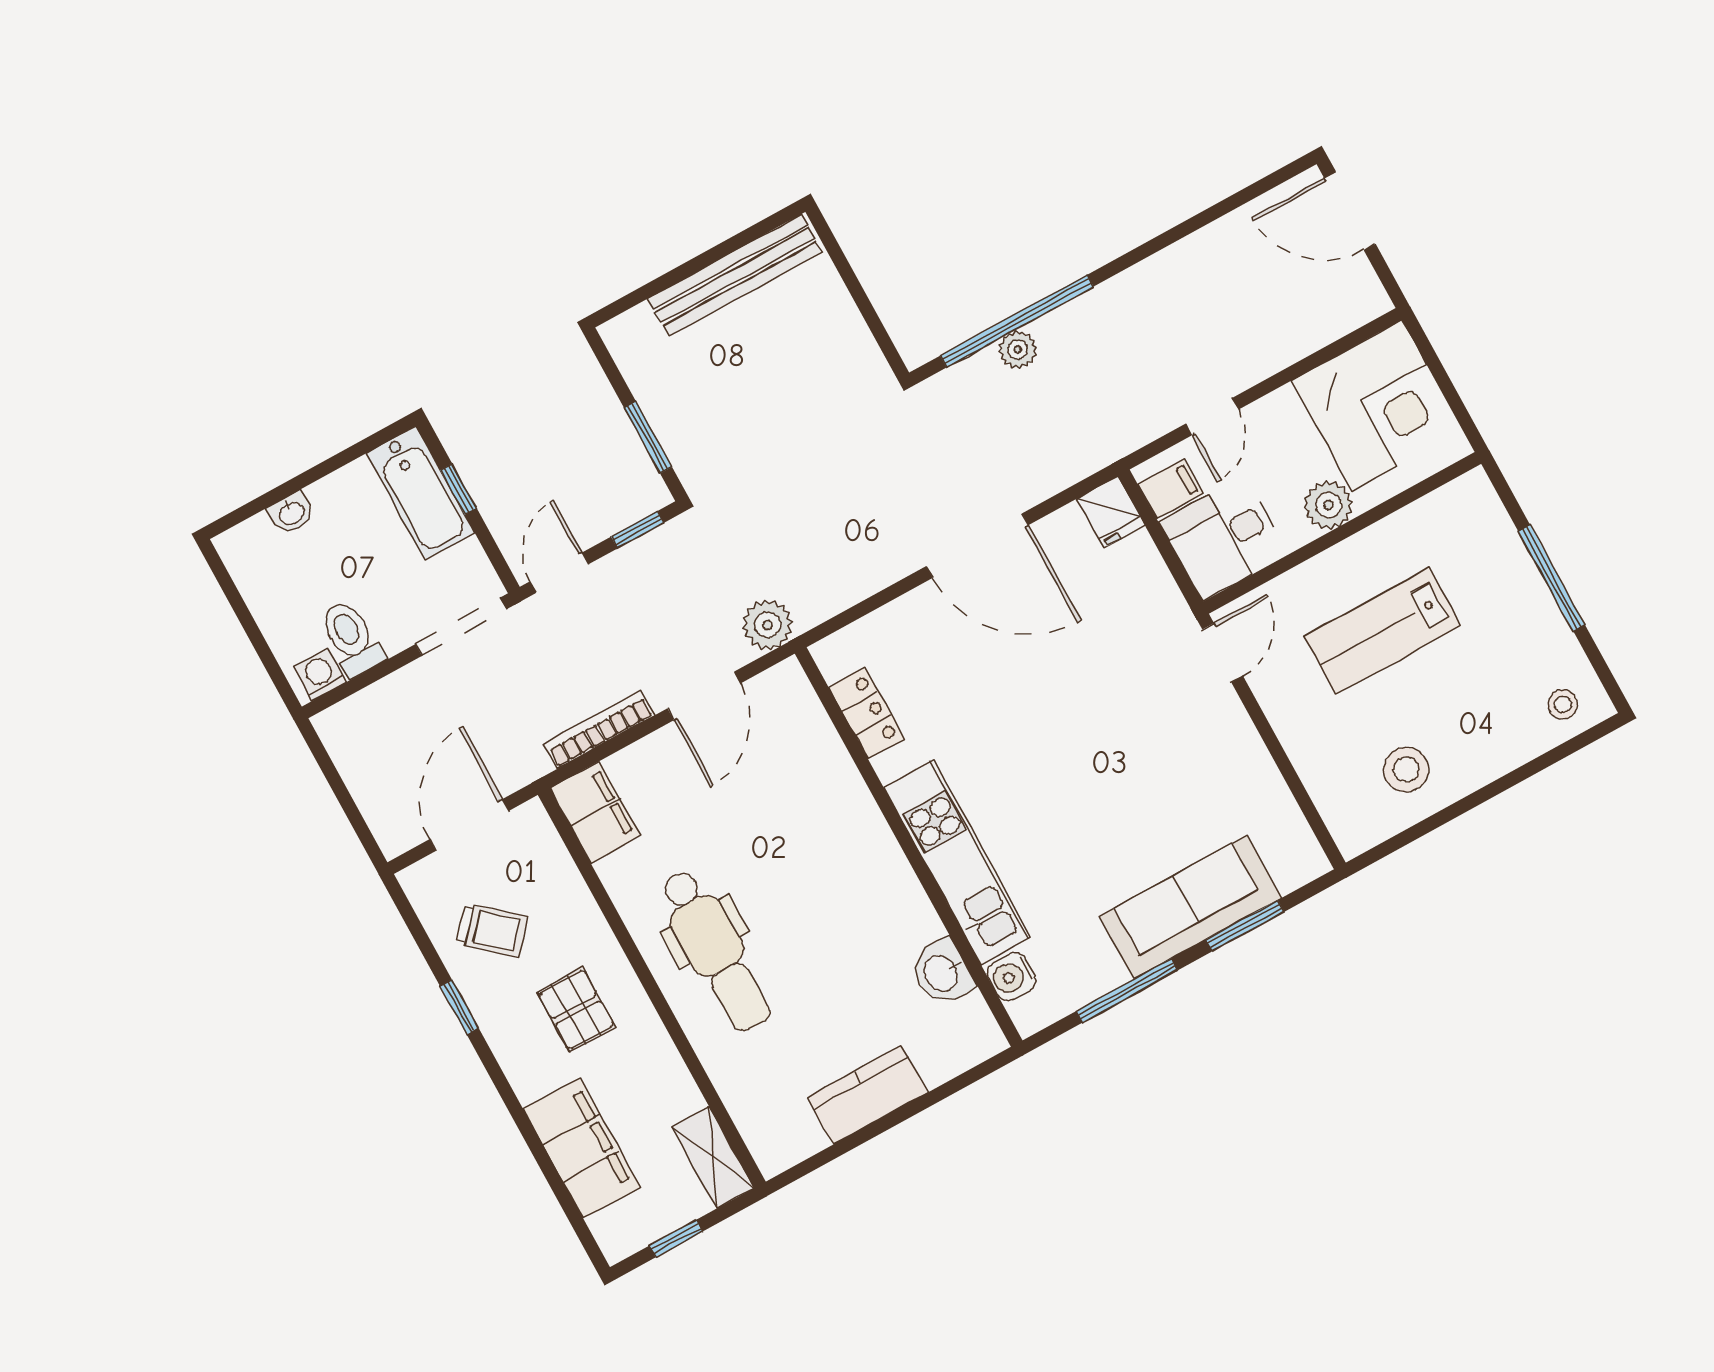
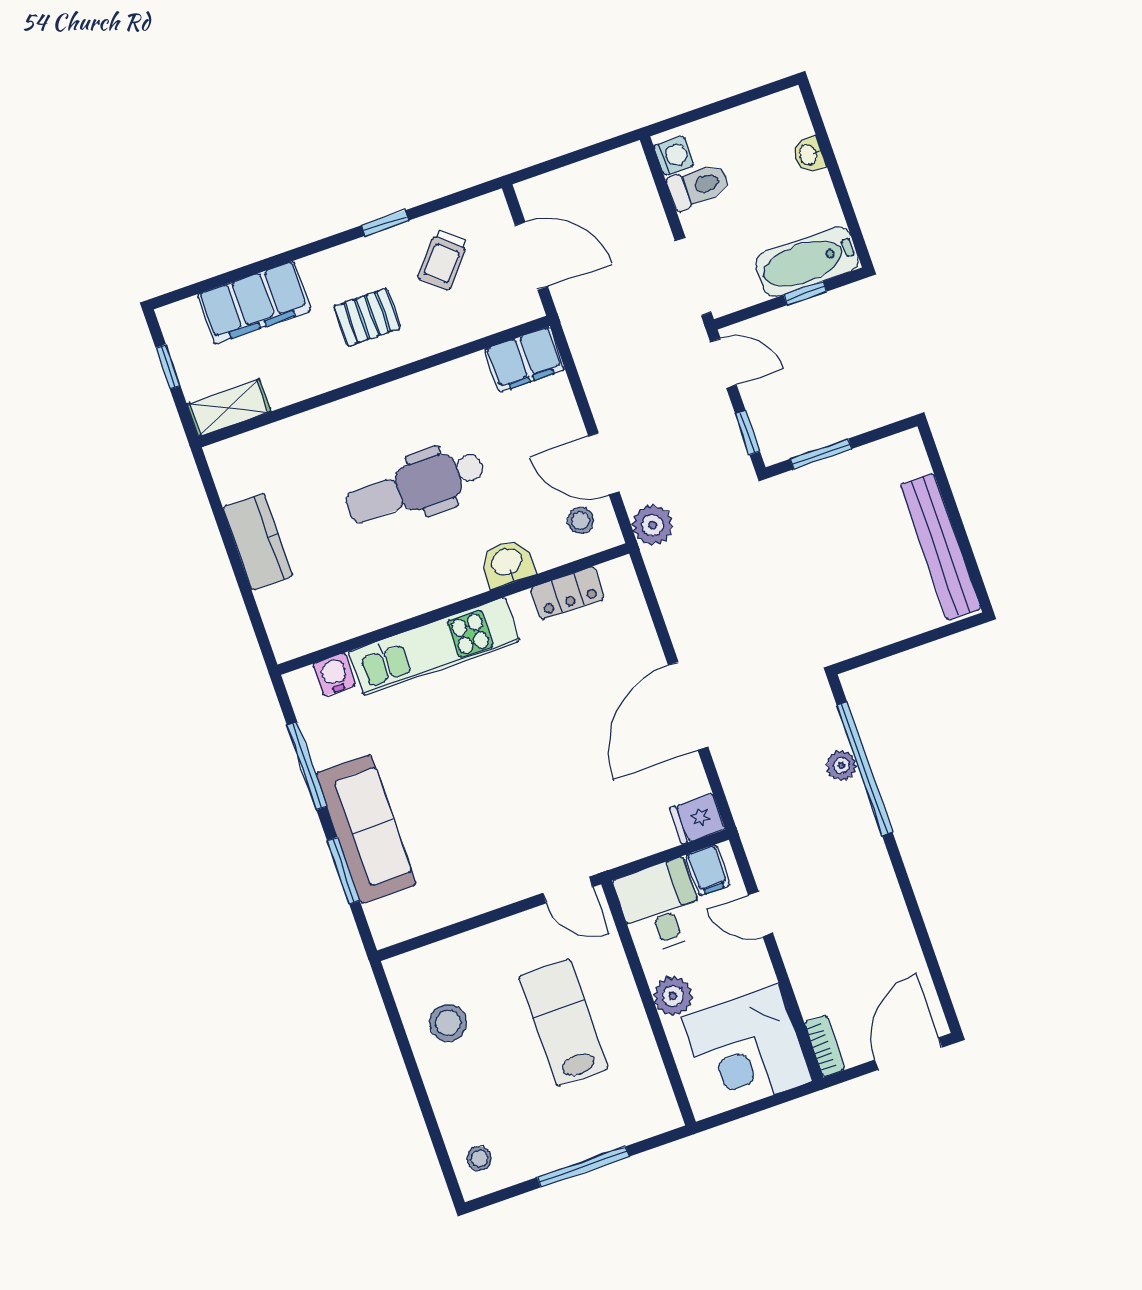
stool: (777, 712) -> (581, 521), added
bookcase: (599, 730) -> (825, 1046), moved, width x0.64
dental chair: (715, 951) -> (415, 487), moved
washbasin: (942, 973) -> (507, 563), moved

